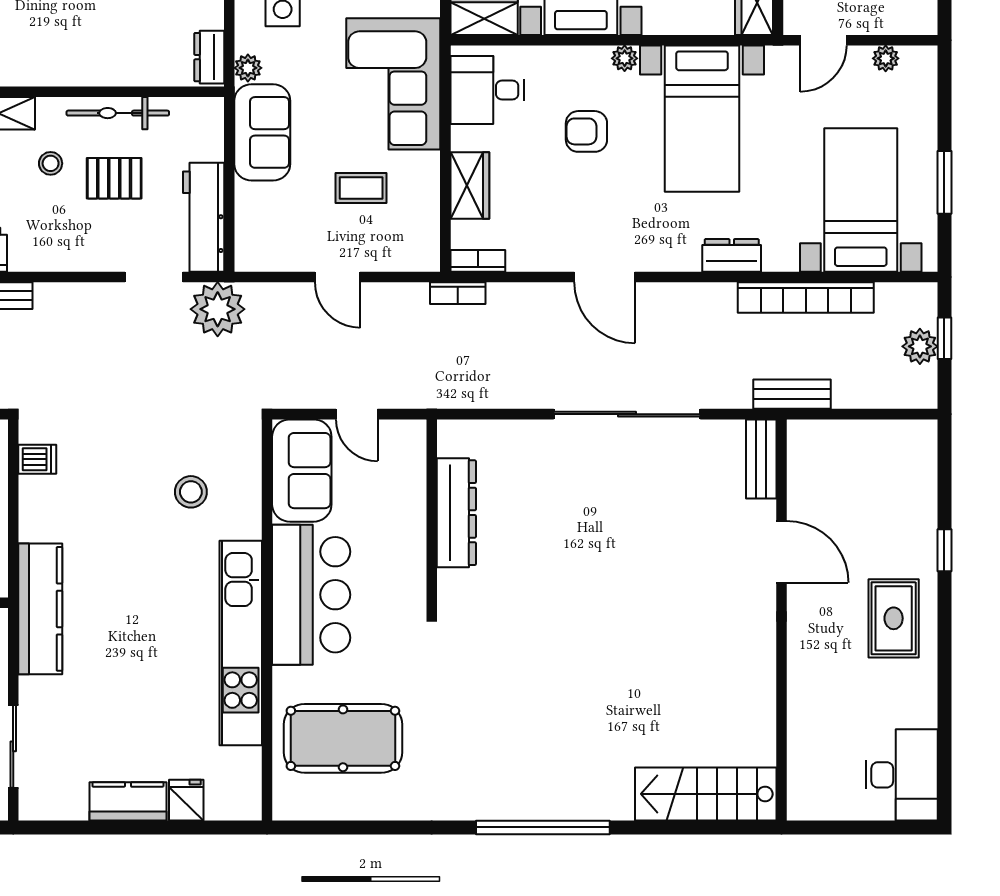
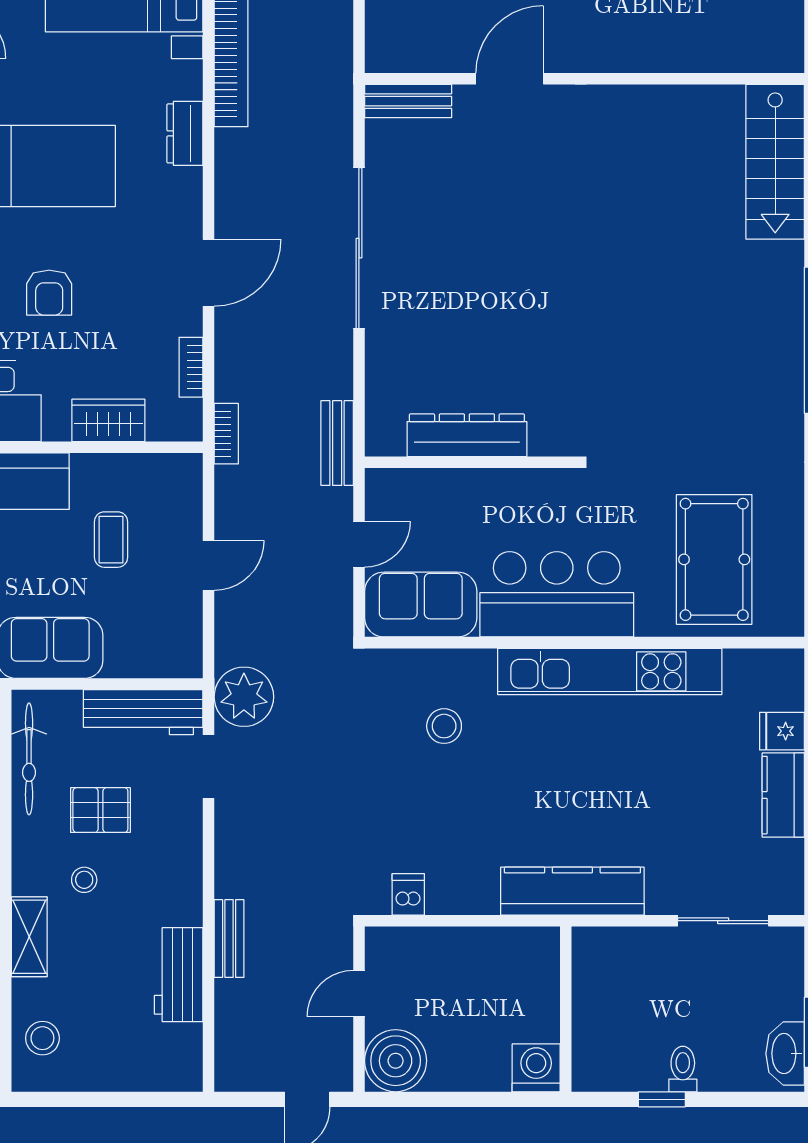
bicycle: (118, 113) -> (29, 759), moved
pallet: (114, 178) -> (100, 810), turned 90
bookcase: (478, 261) -> (191, 367), moved
bench: (792, 394) -> (337, 443), moved

